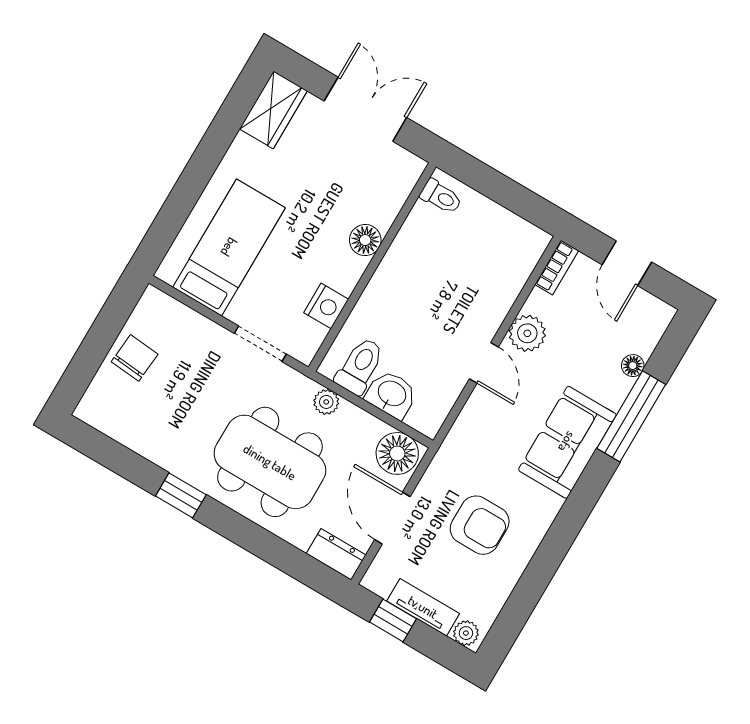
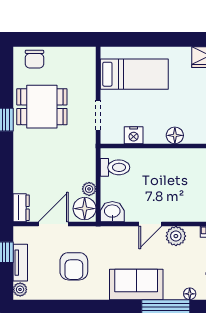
chair: (135, 358) -> (34, 59), moved, turned 85
washbasin: (391, 394) -> (112, 212), moved, turned -90
plant: (326, 402) -> (89, 189), moved
dining table: (270, 462) -> (42, 107), moved, width x0.73

